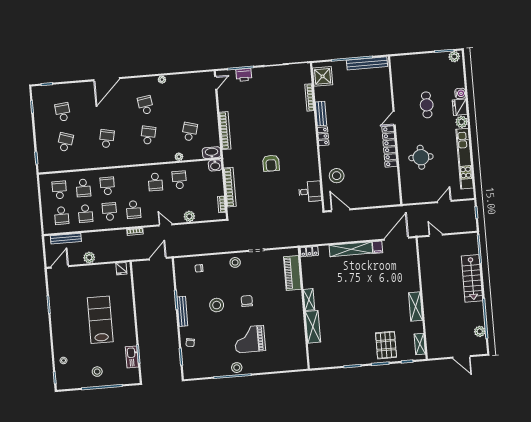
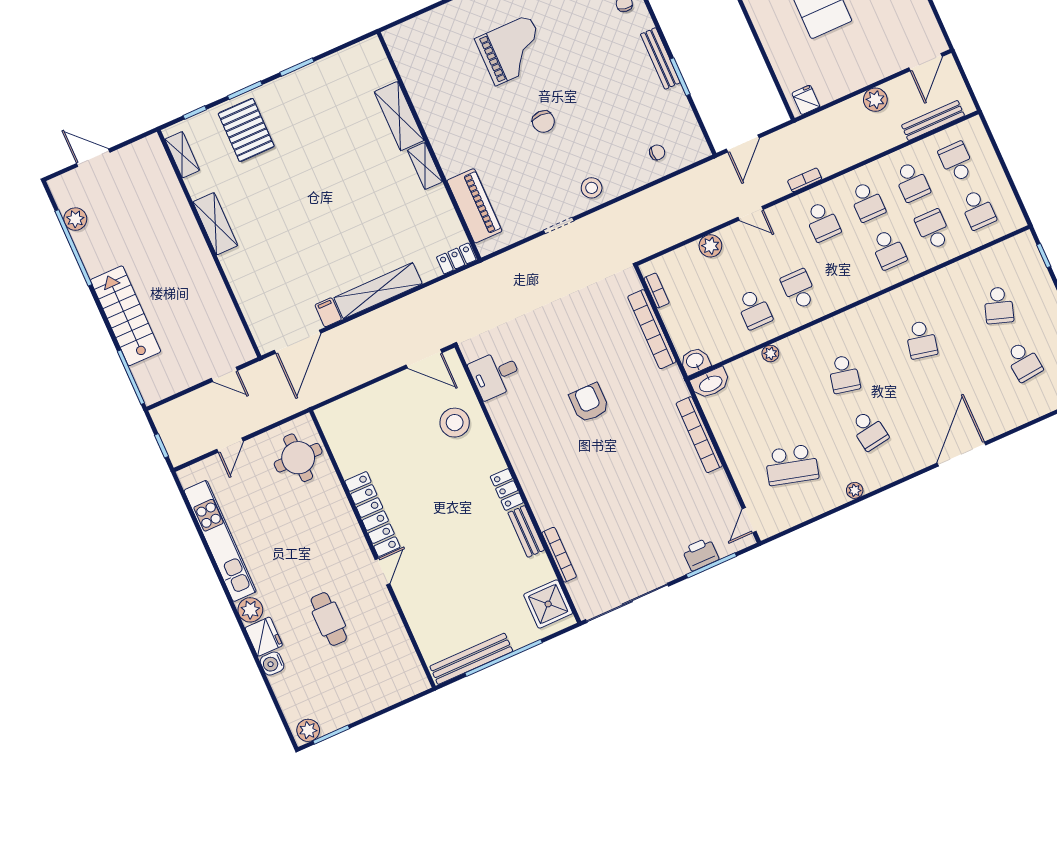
school desk: (190, 132) -> (792, 465), moved, width x1.85
round table: (421, 157) -> (298, 458), moved
school desk: (133, 210) -> (822, 221), turned 180
school desk: (86, 214) -> (912, 182), turned 180
stool: (217, 305) -> (599, 94), removed

